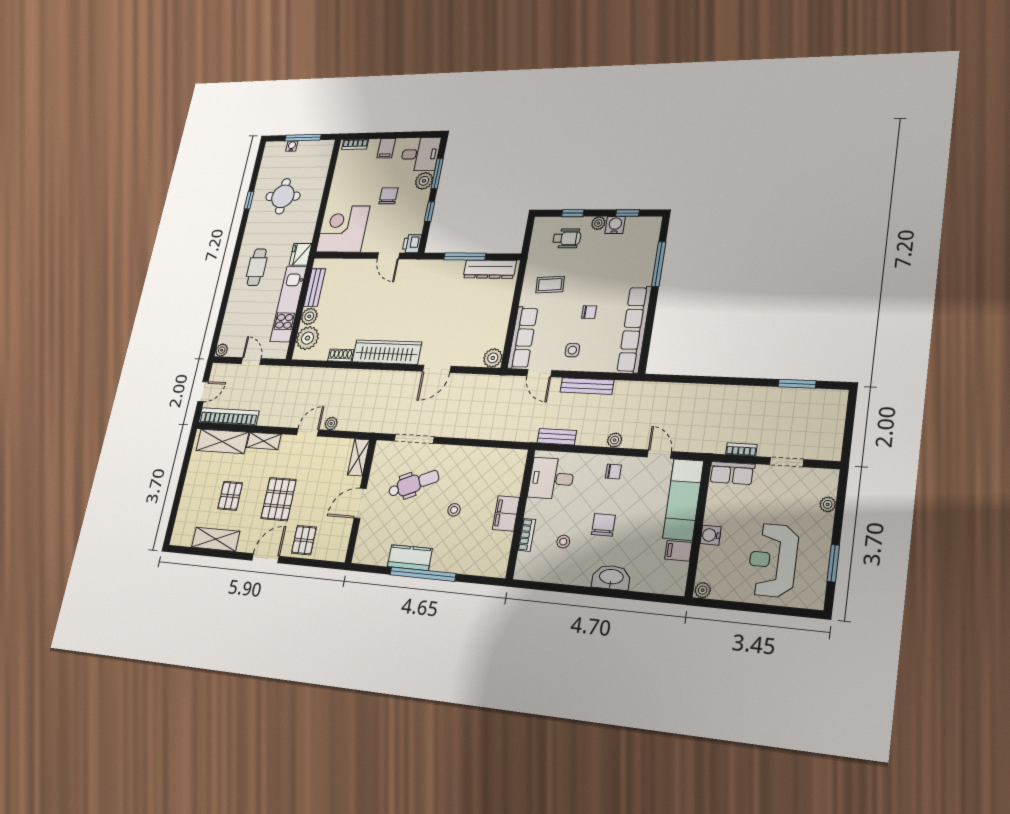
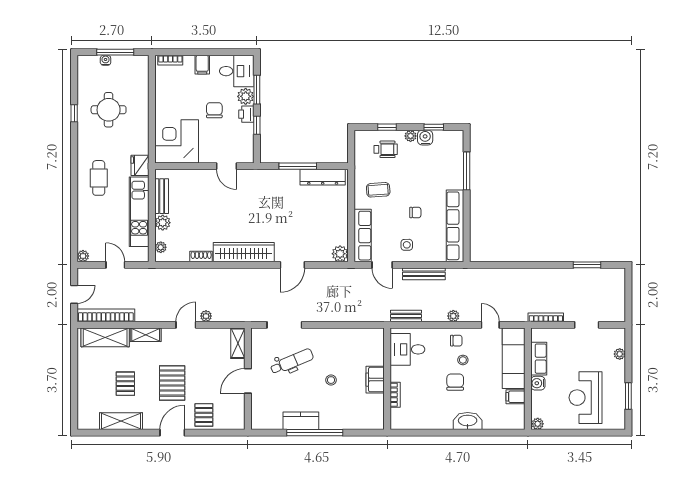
printer: (412, 244) -> (246, 114), moved
plant: (308, 338) -> (161, 247), width x0.53, depth x0.53
bookcase: (741, 449) -> (546, 317), width x1.56
row of seats: (732, 473) -> (539, 359), moved, turned -90
stool: (563, 542) -> (463, 360), moved

